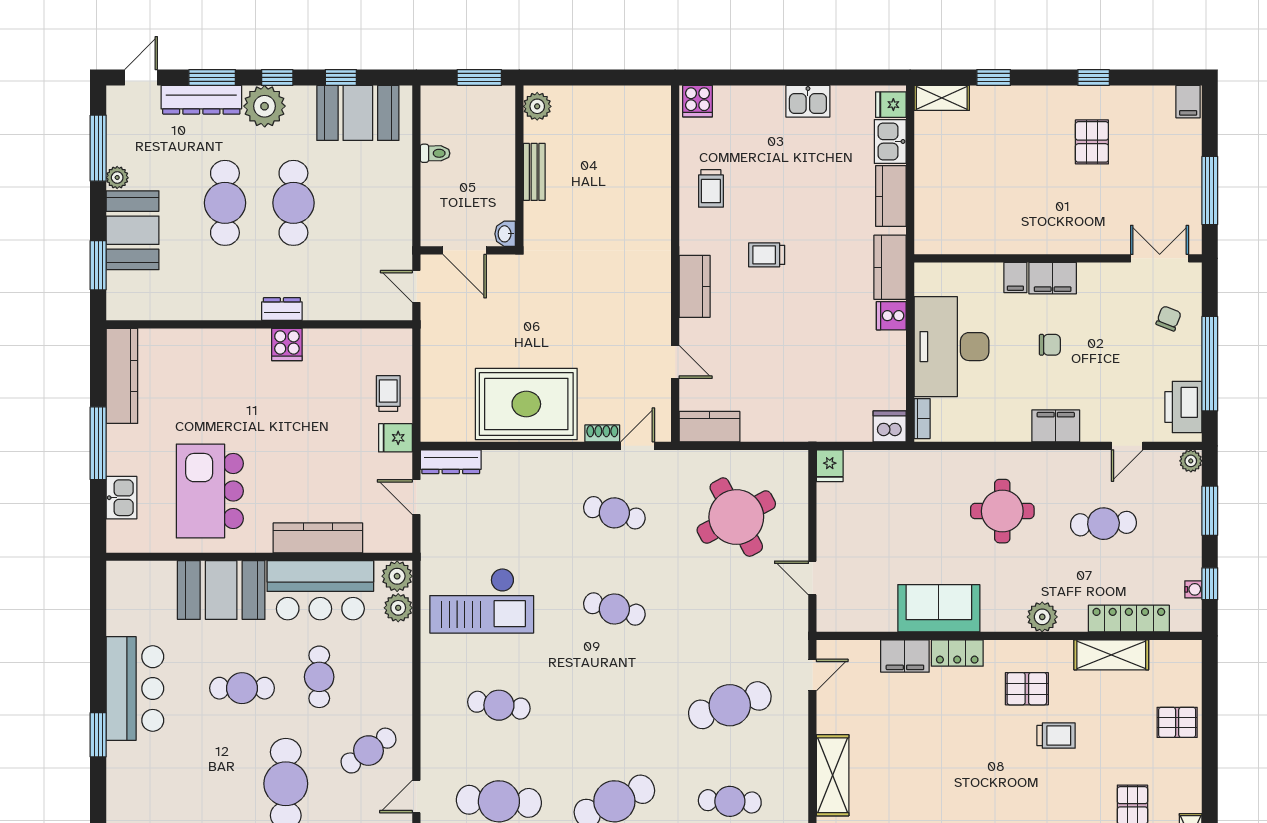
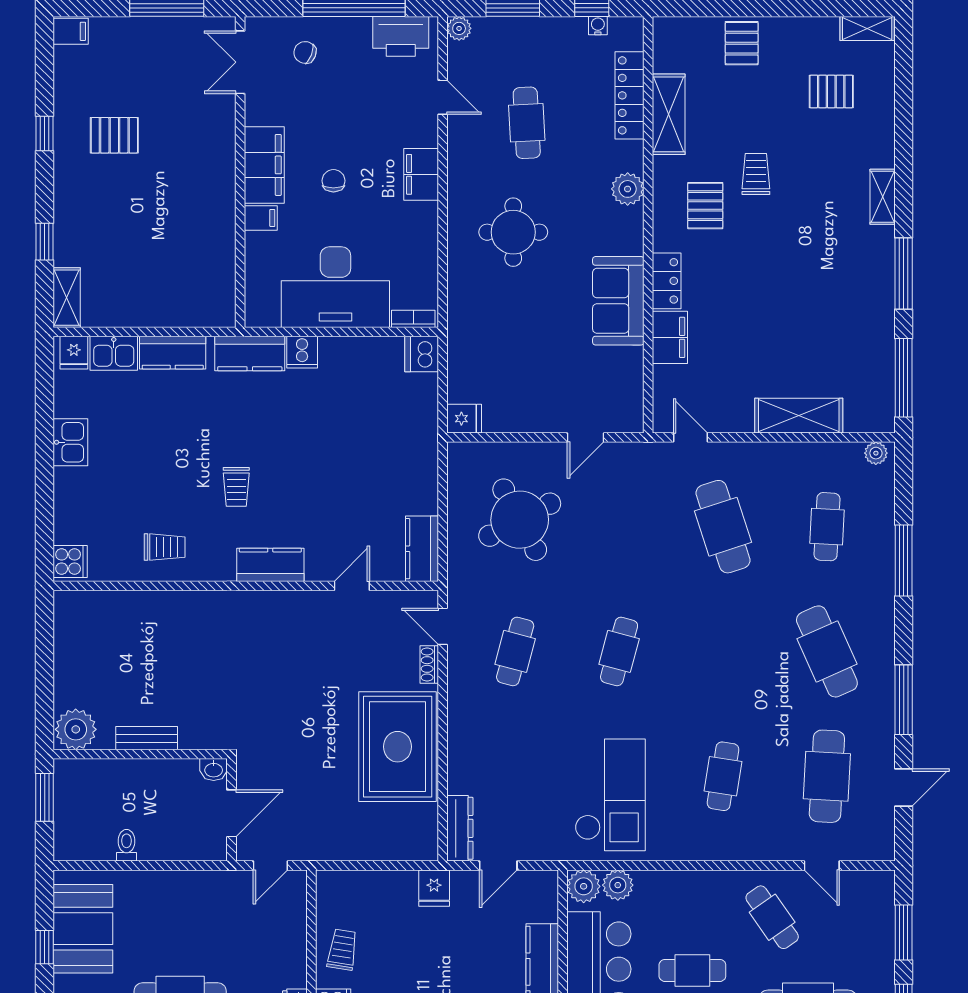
plant: (537, 106) -> (76, 729), width x1.36, depth x1.36
filing cabinet: (1053, 278) -> (264, 165), width x1.50, depth x1.17
trolley: (388, 394) -> (342, 950), moved, turned 99

